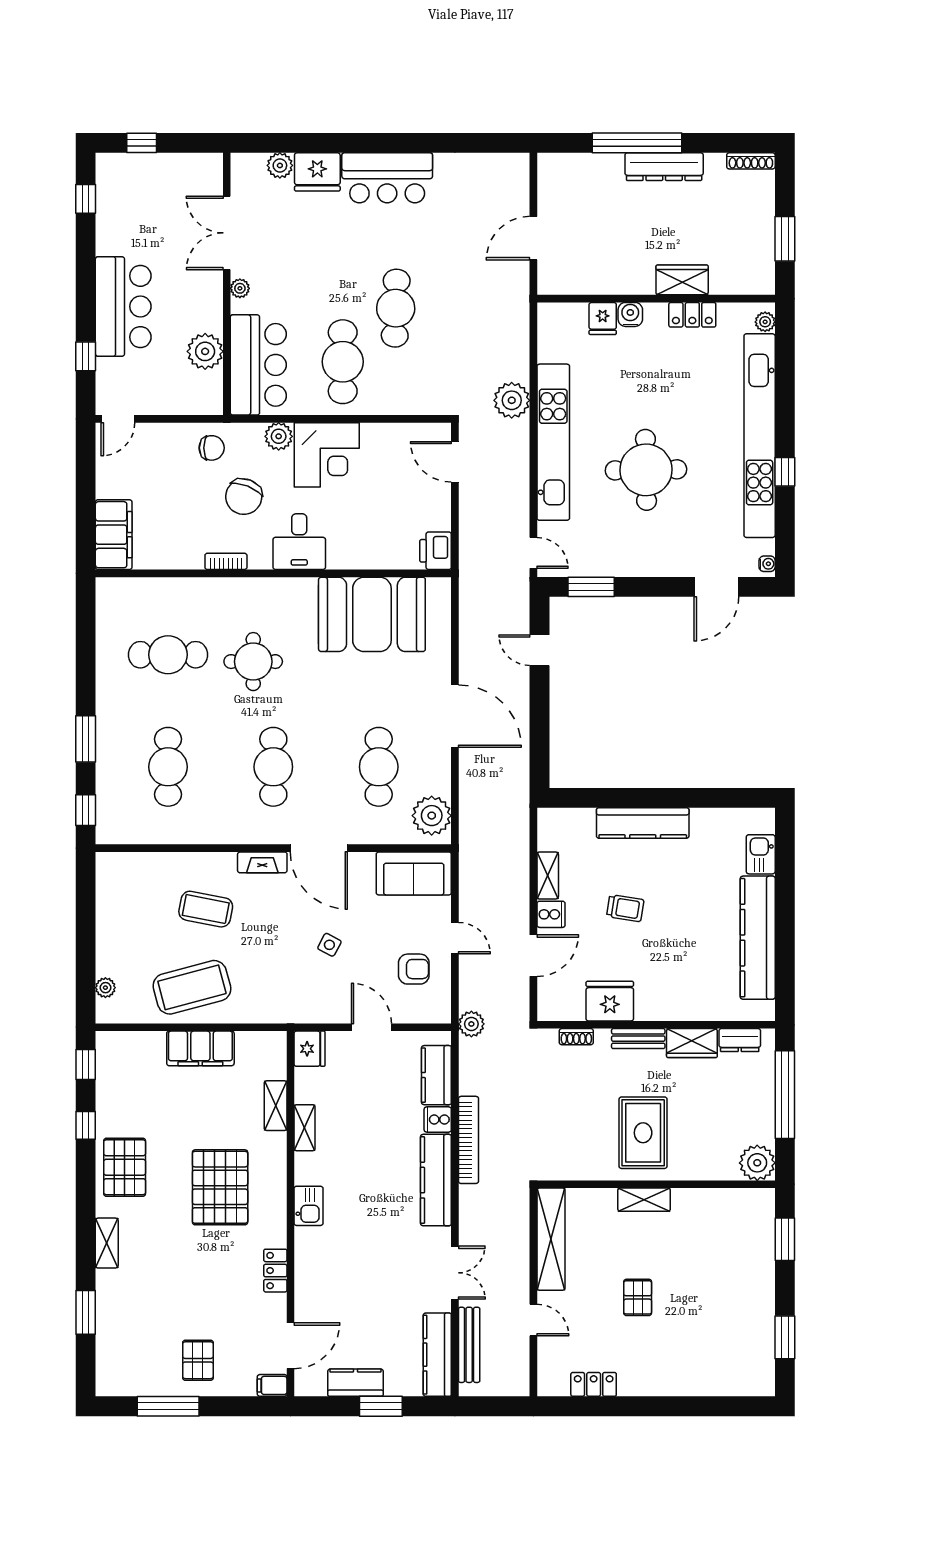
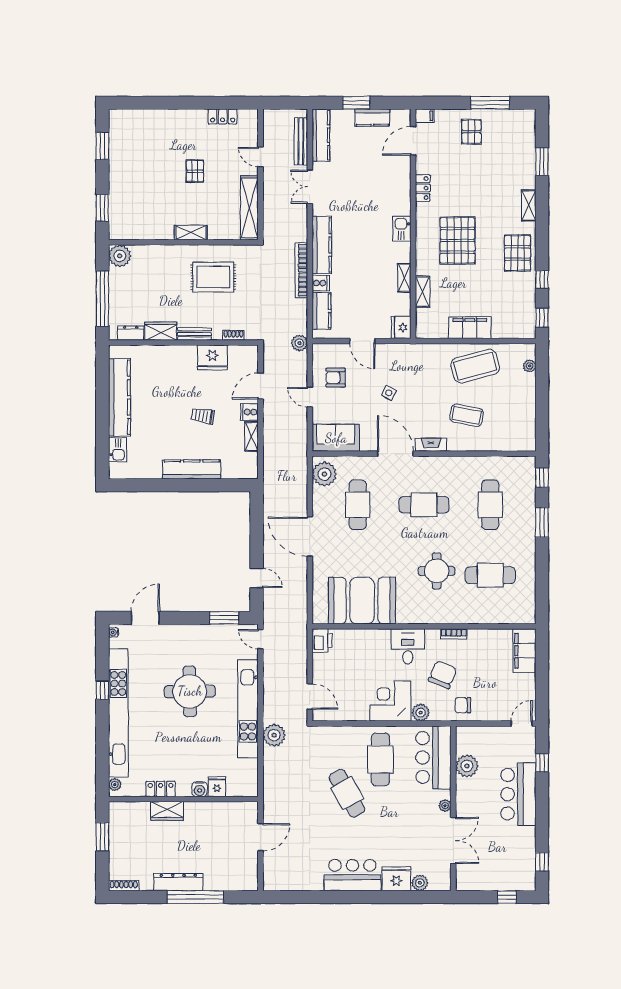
cafe table: (396, 308) -> (347, 793), turned -31
cafe table: (273, 767) -> (424, 505), turned 90
rug: (643, 1133) -> (213, 277), moved, turned 90

